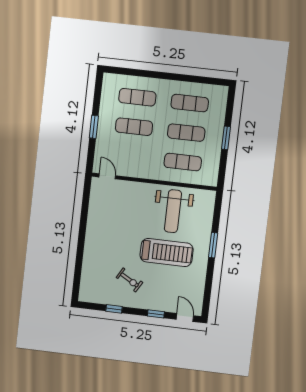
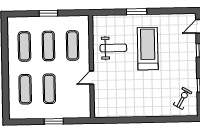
door: (107, 176) -> (92, 78), moved
weight bench: (173, 211) -> (113, 48), width x0.73, depth x0.75
exercise bike: (129, 280) -> (183, 98), moved

